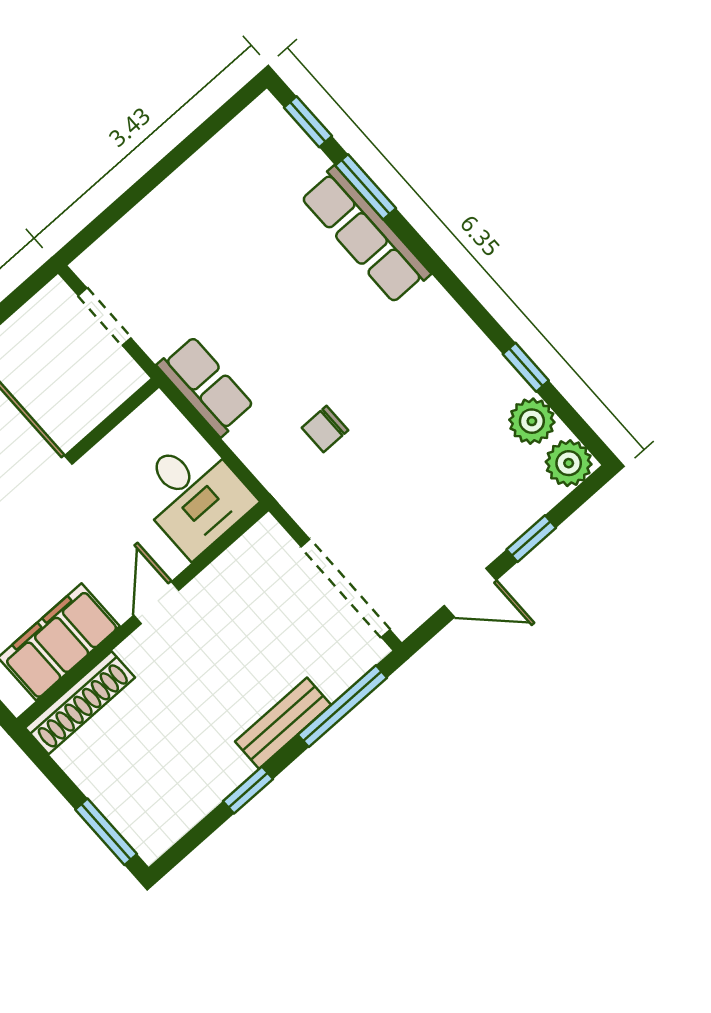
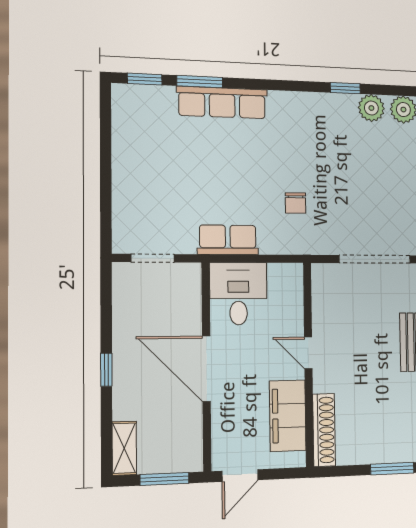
desk: (193, 495) -> (238, 294), moved, turned -90

